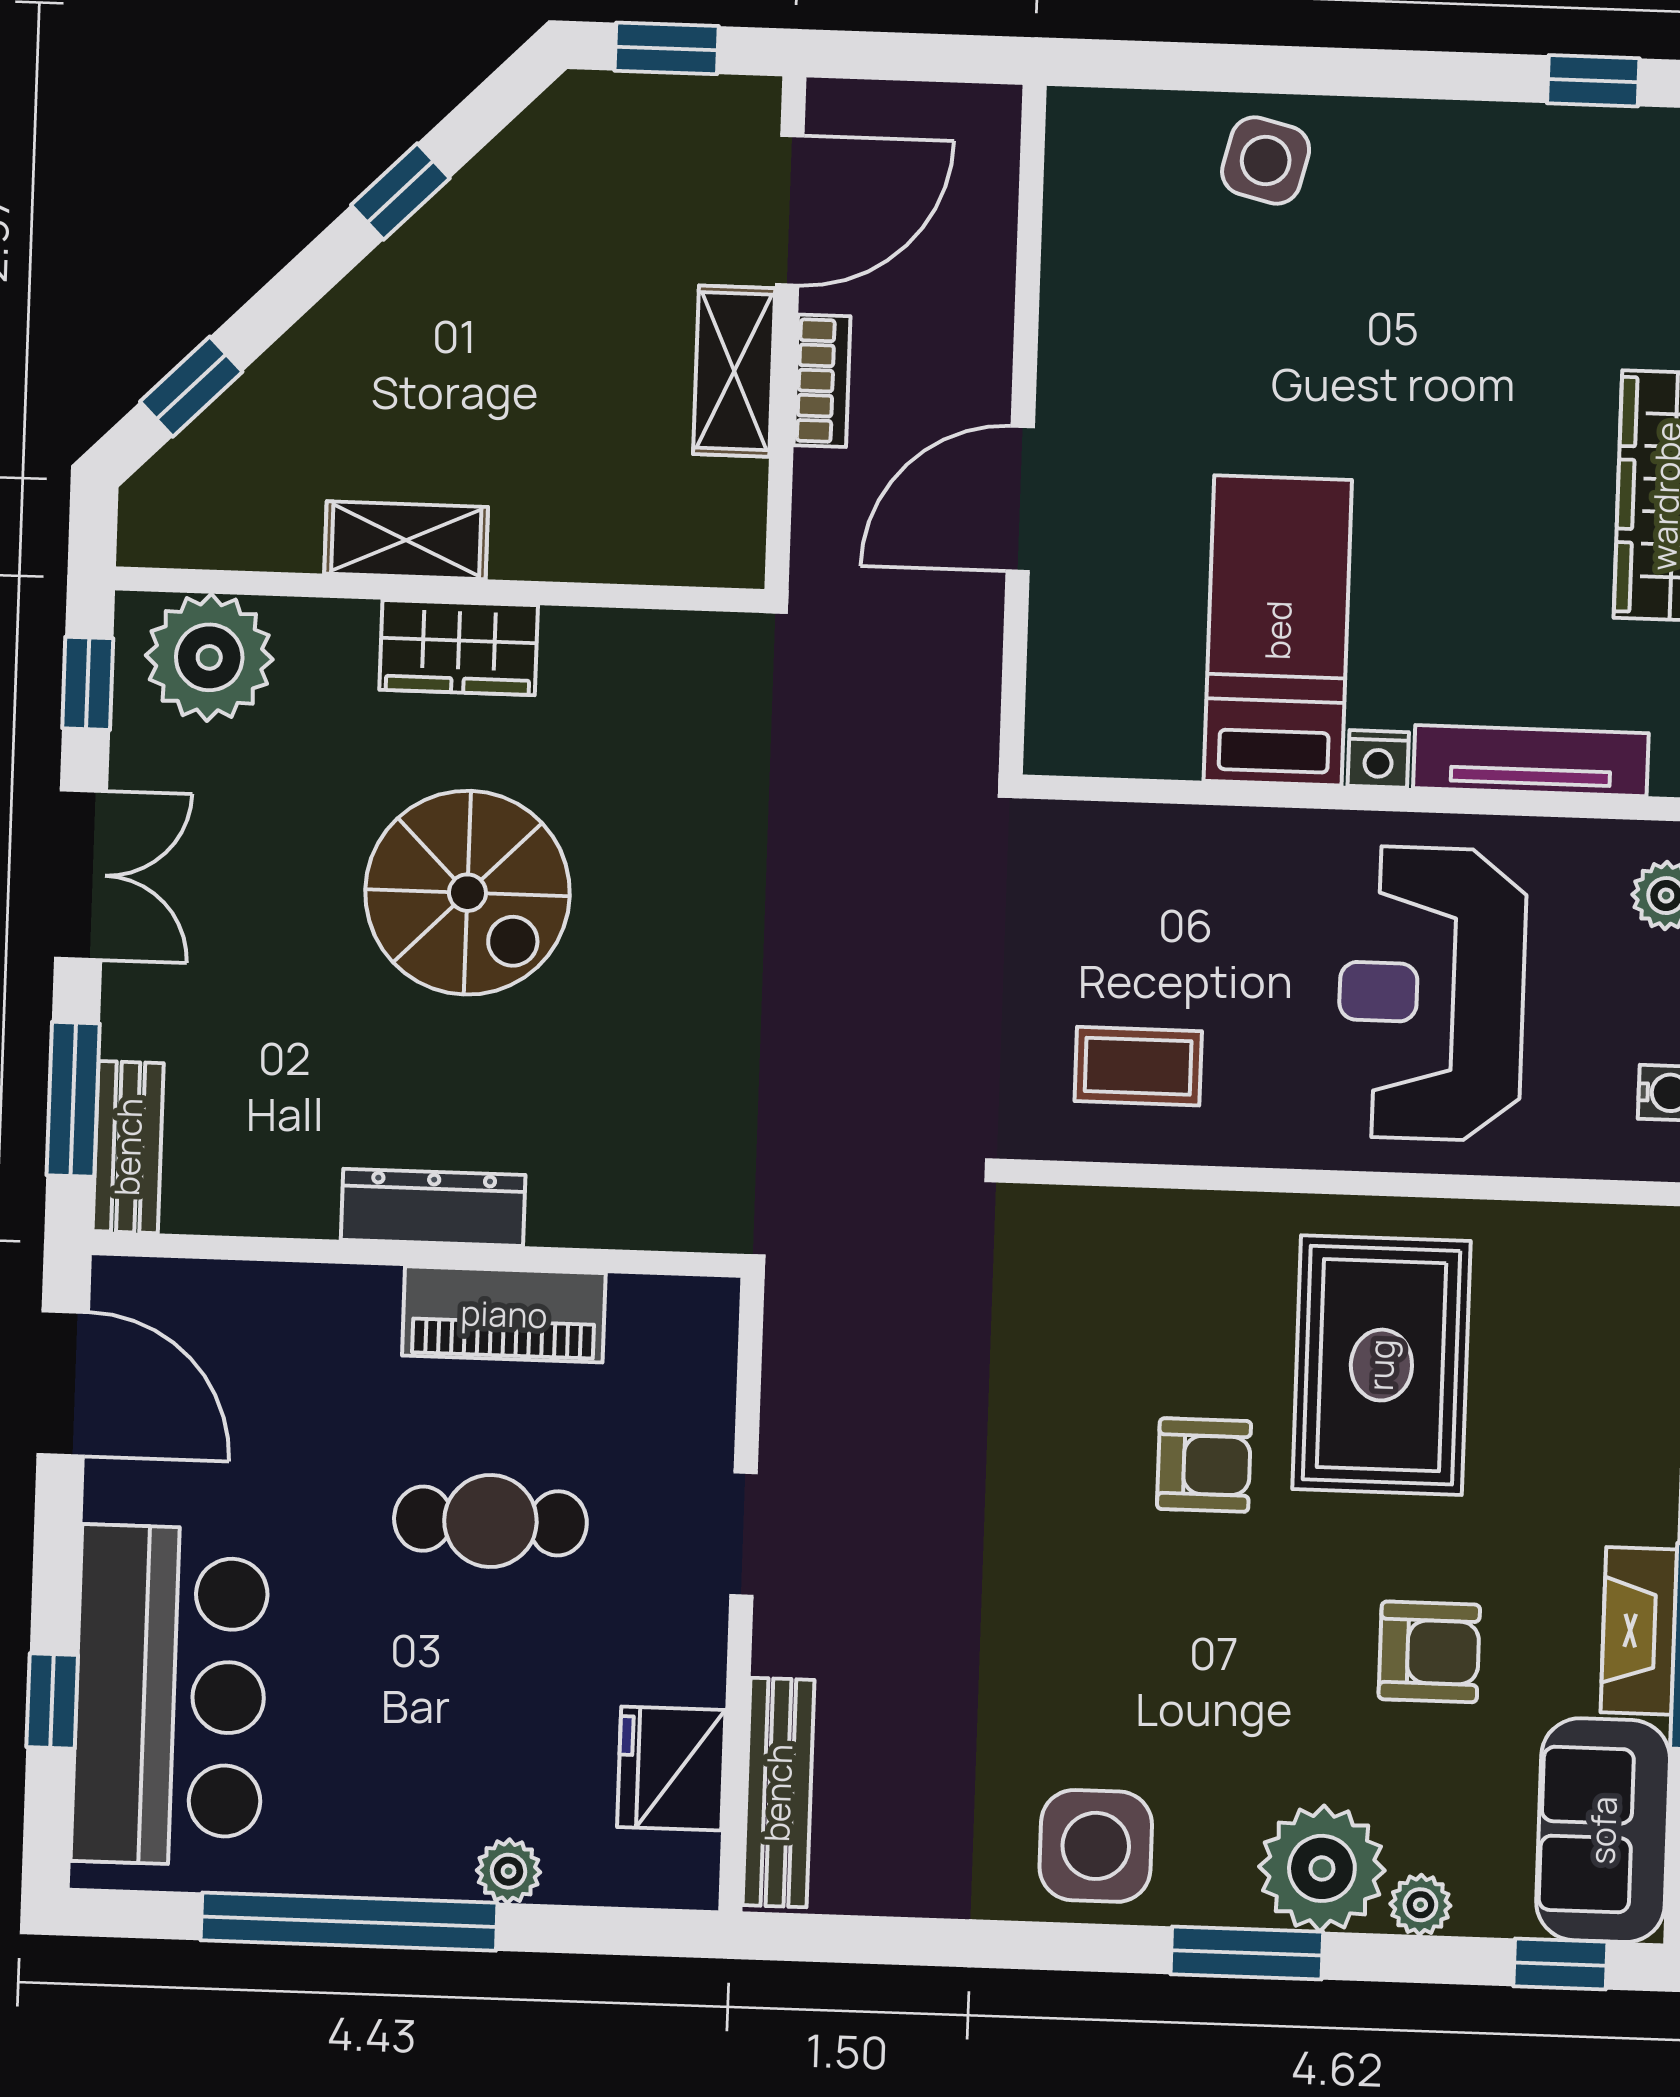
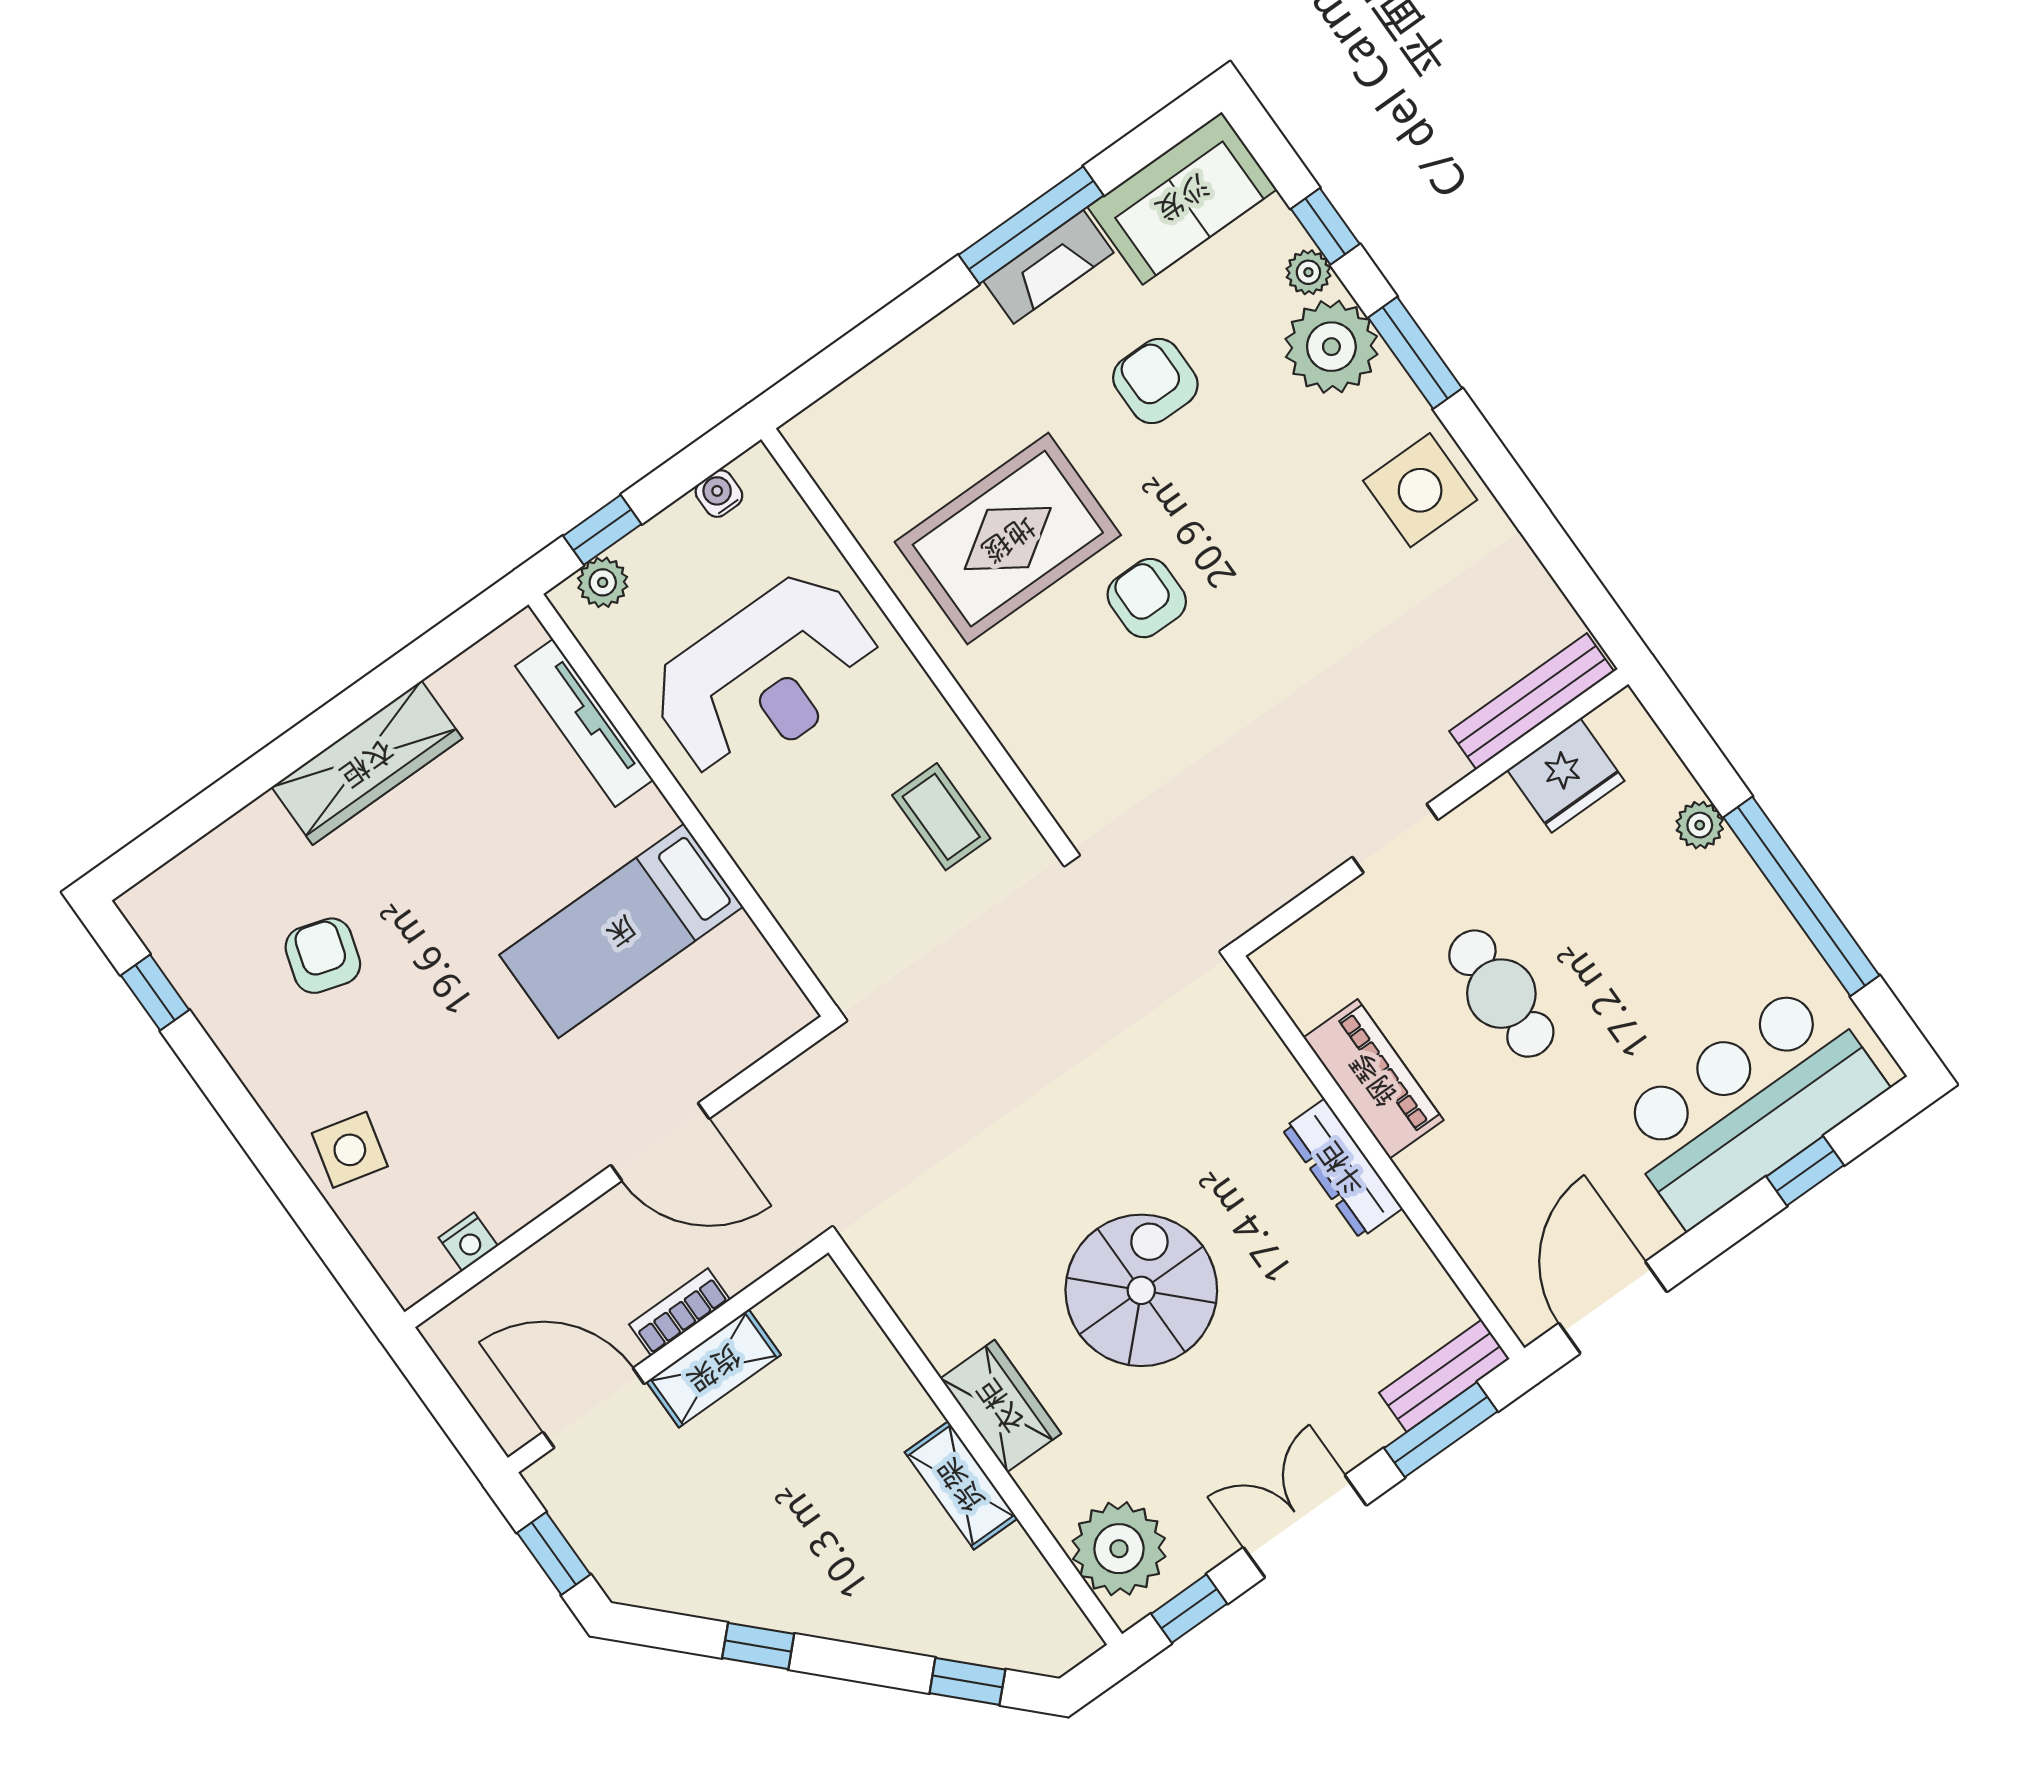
armchair: (1495, 290) -> (323, 956), added
nightstand: (1378, 759) -> (468, 1242), moved, turned 90
window: (1560, 1964) -> (1325, 226), moved

